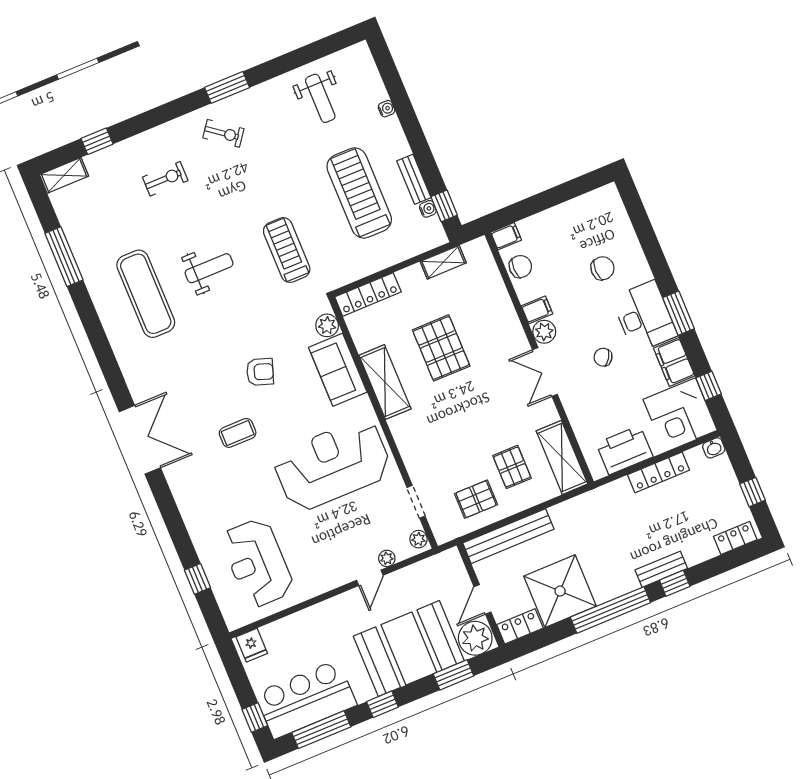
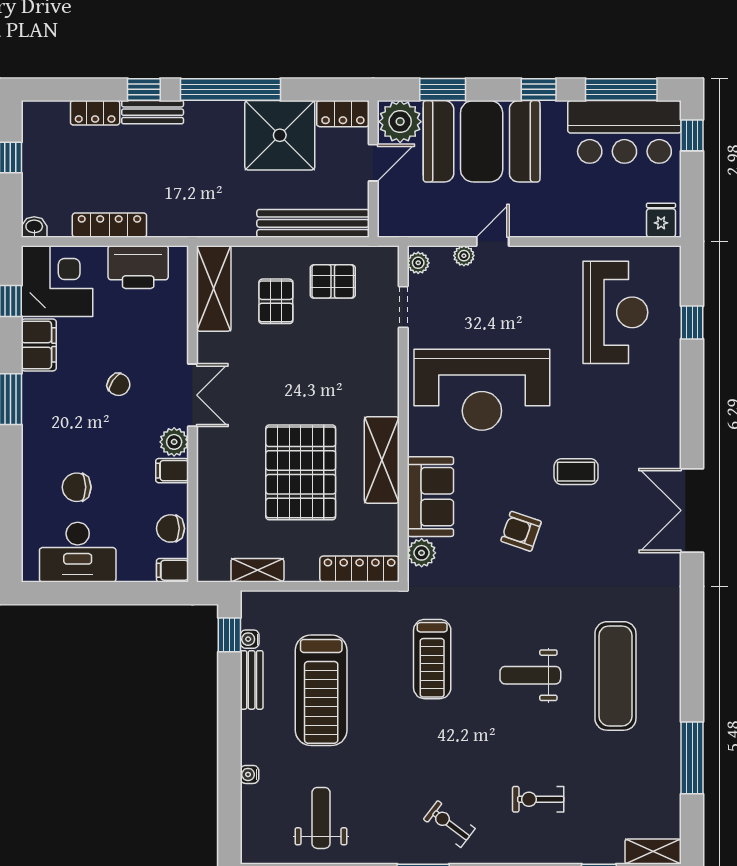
desk: (644, 317) -> (78, 552), moved, turned -90
pallet: (441, 348) -> (301, 472), width x1.37, depth x1.41
locker: (735, 538) -> (95, 113), moved

